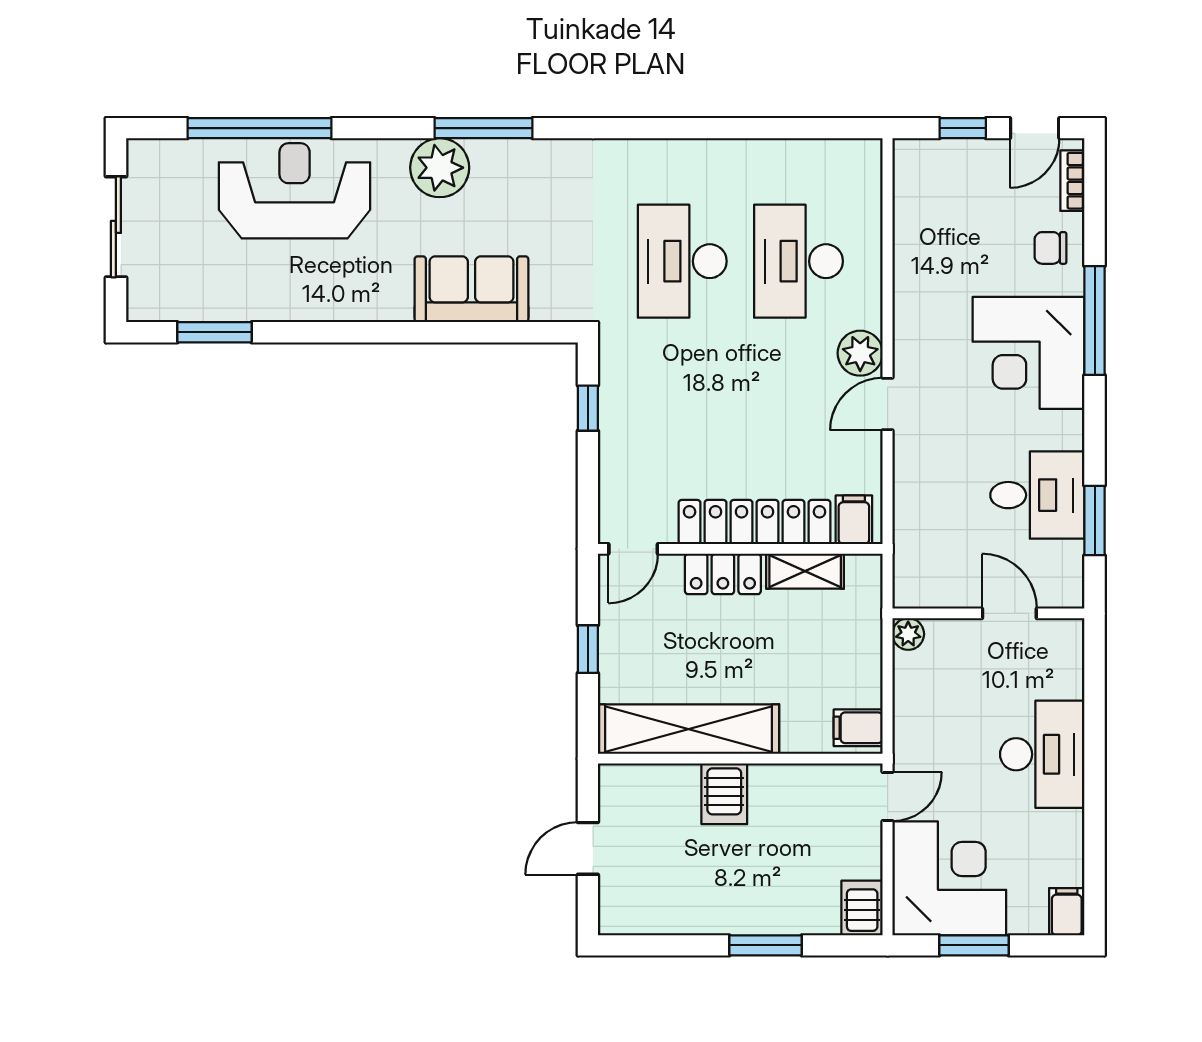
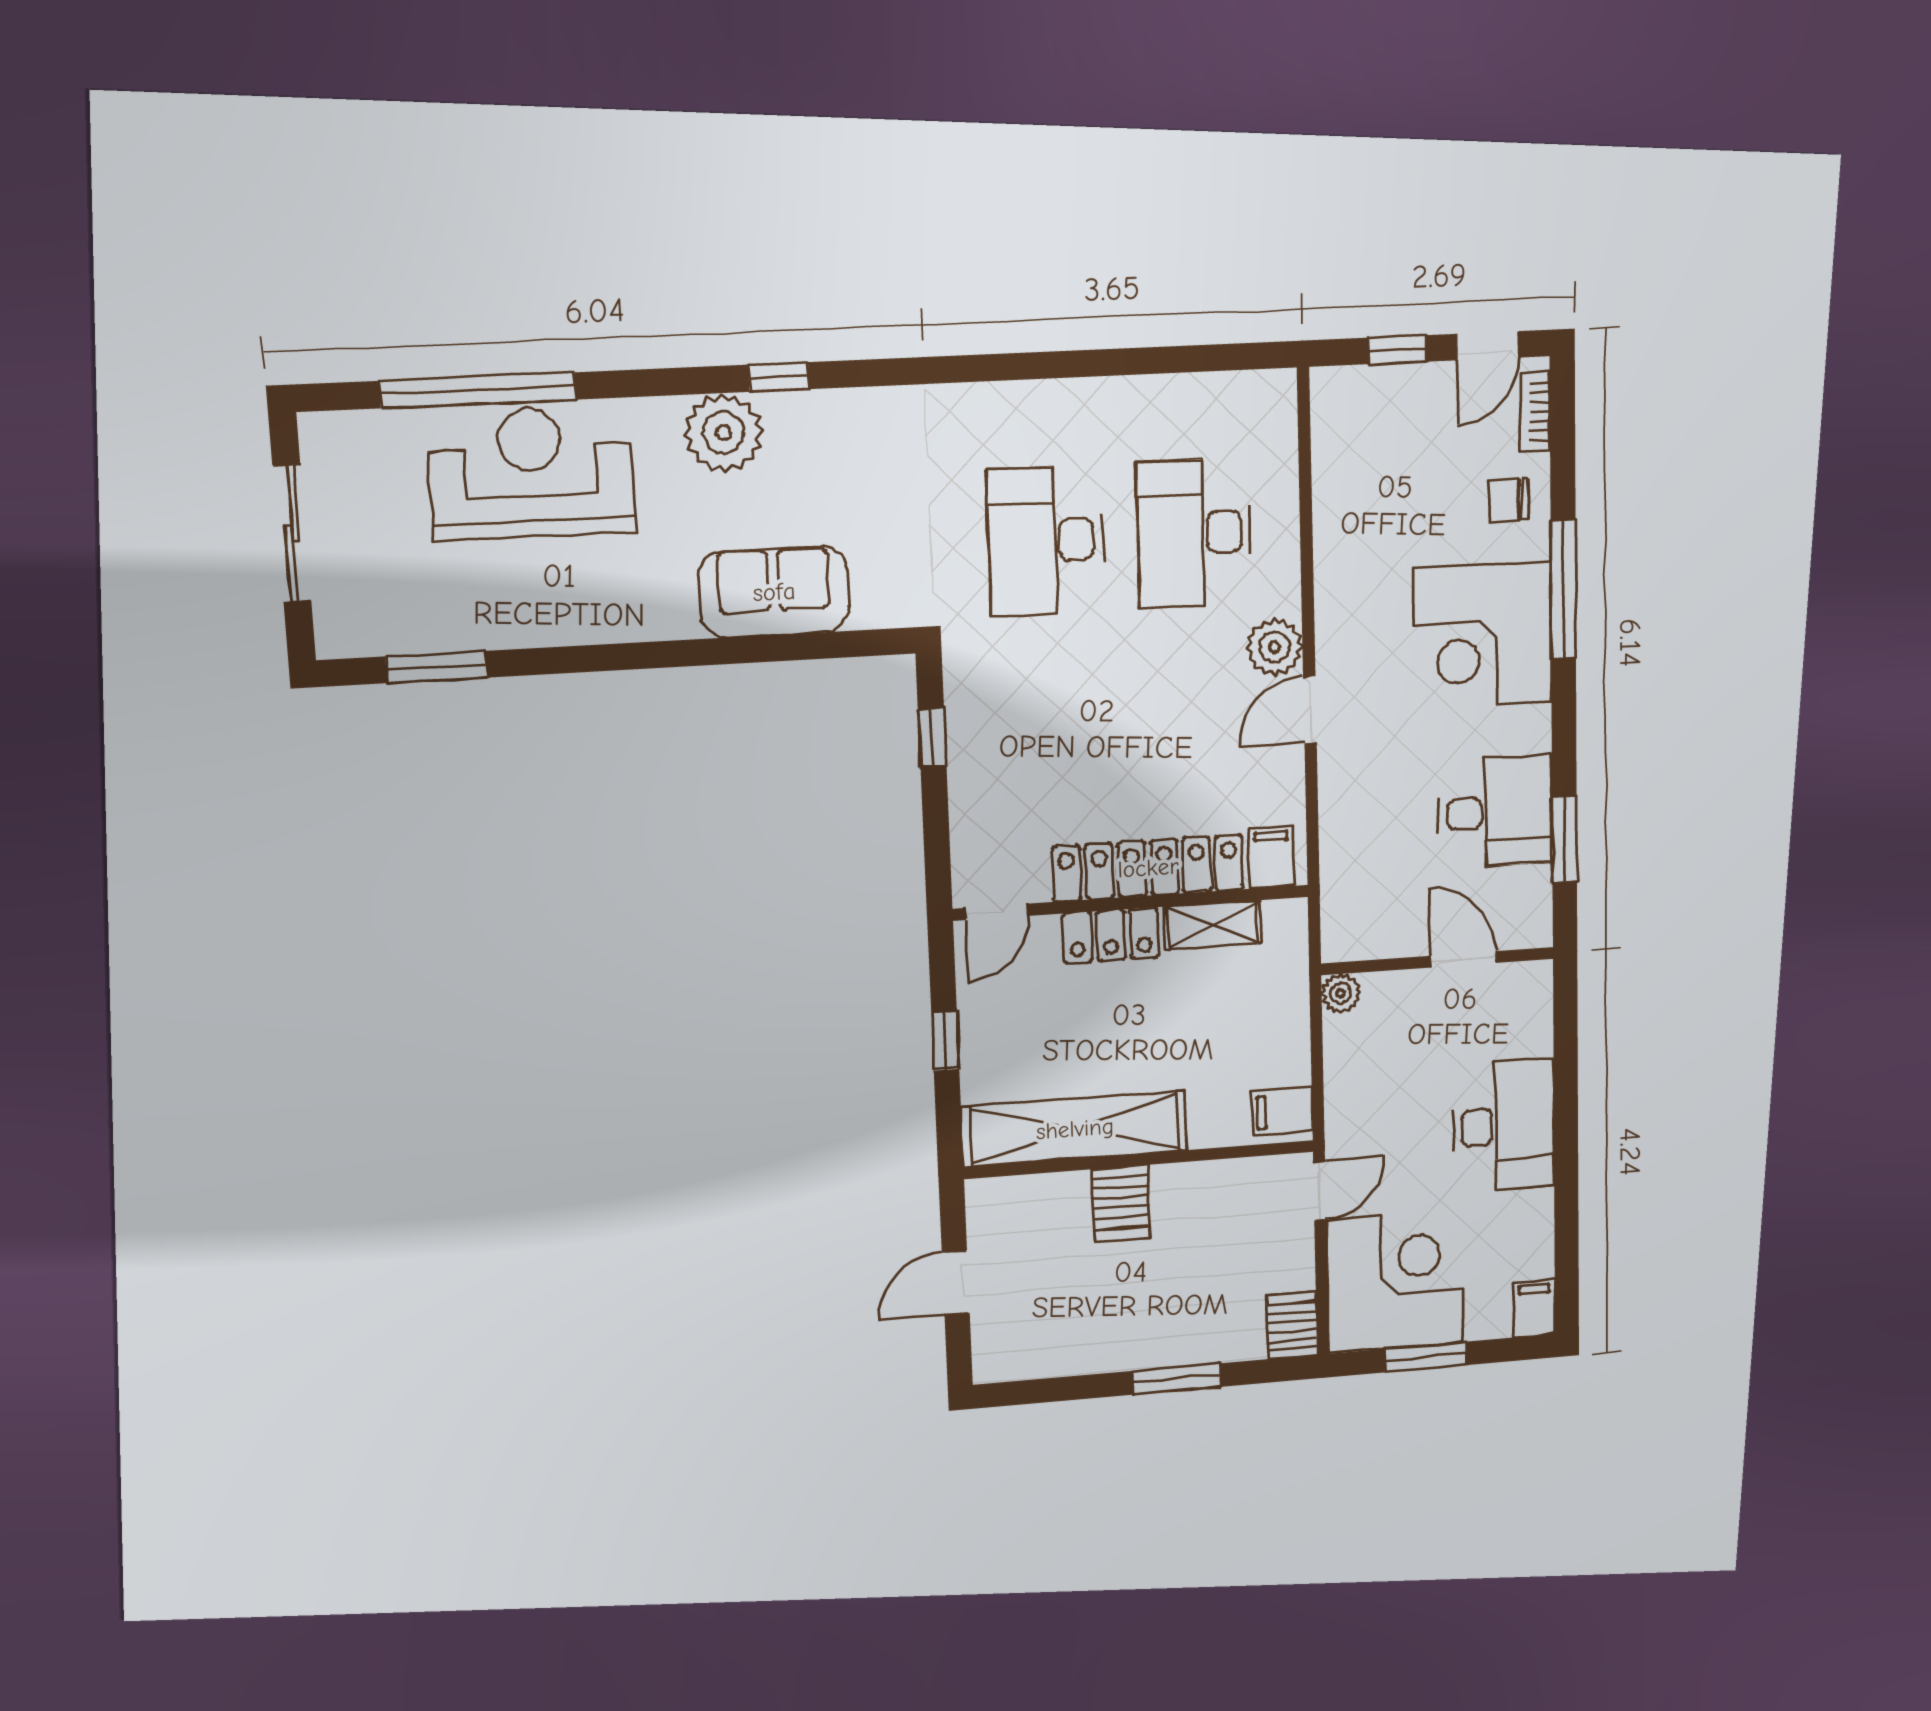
window: (484, 128) -> (779, 377), width x0.46

